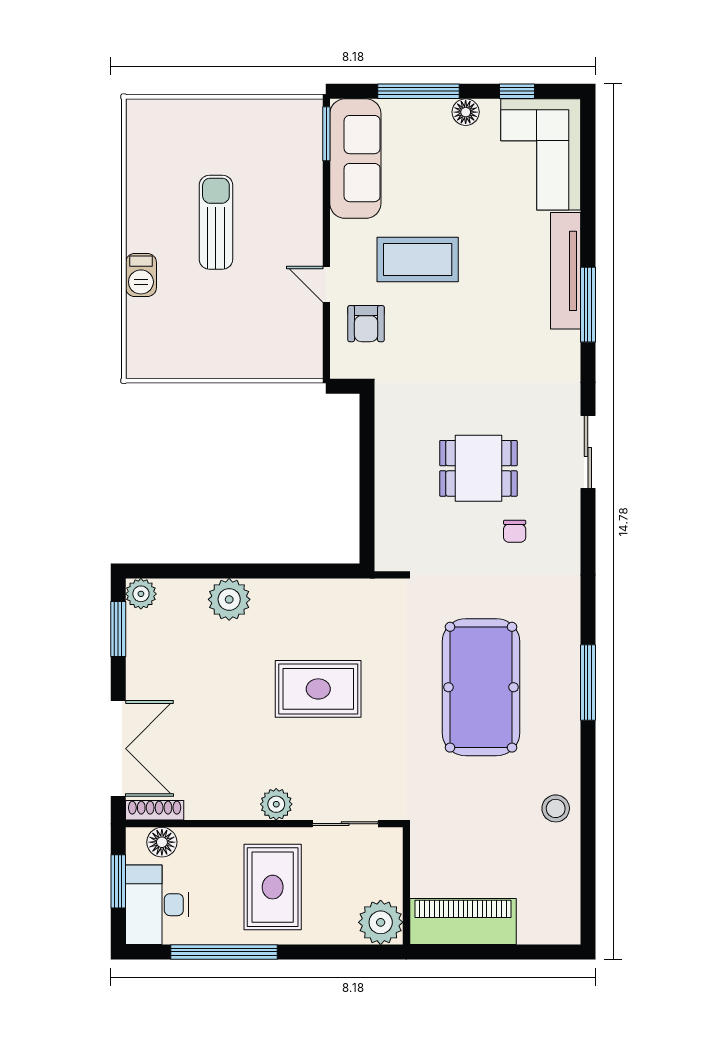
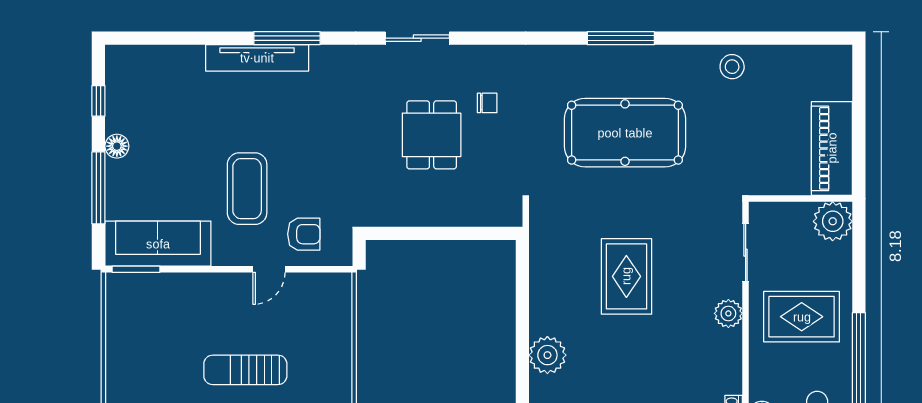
corner sofa: (541, 154) -> (154, 80), removed
sun lounger: (216, 222) -> (245, 370), moved

